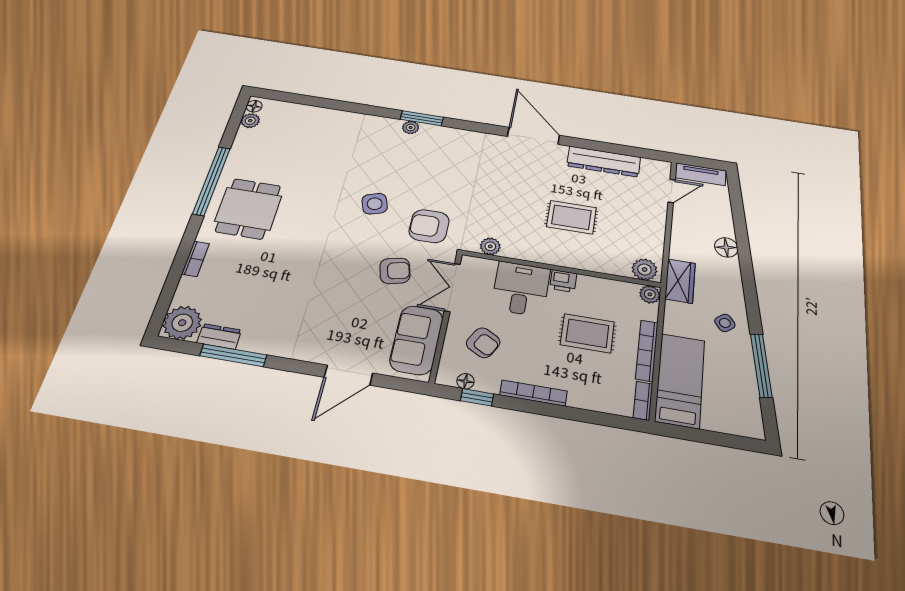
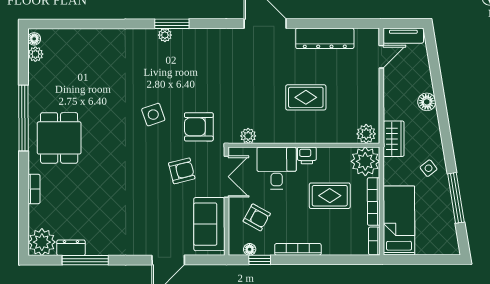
double door: (452, 287) -> (226, 177), swing flipped
plant: (650, 294) -> (365, 161), width x1.87, depth x1.87

